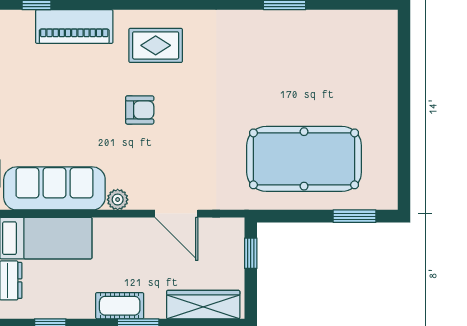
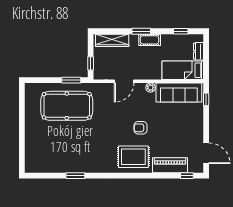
rug: (156, 45) -> (133, 157), width x1.36, depth x1.43
door: (176, 214) -> (124, 81), swing flipped
window: (355, 216) -> (71, 80), moved

